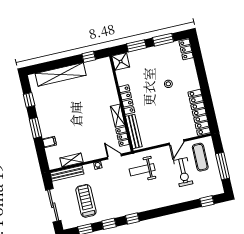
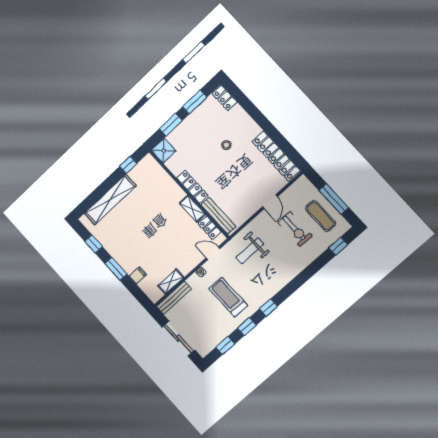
exercise mat: (200, 157) -> (321, 216), moved
treadmill: (86, 201) -> (228, 297), moved

